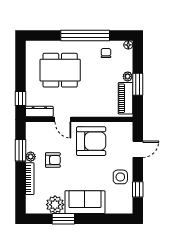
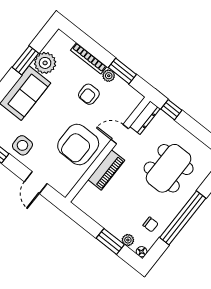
plant: (128, 76) -> (128, 240), moved
window: (138, 84) -> (110, 241), moved
piano: (125, 98) -> (106, 170), moved, turned 90

